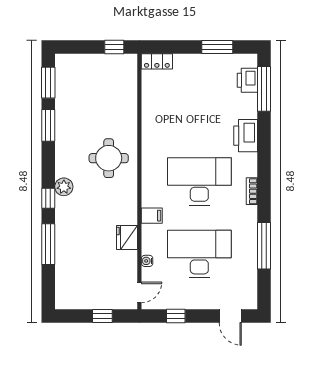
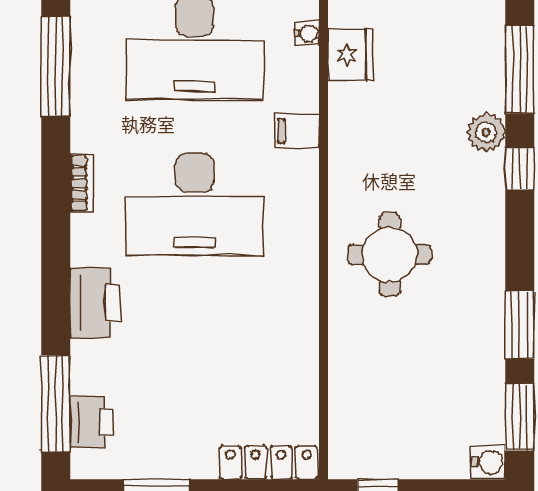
locker: (157, 61) -> (268, 462), width x1.53
water cooler: (63, 62) -> (488, 462), added
plant: (64, 187) -> (486, 132), moved
fridge: (127, 237) -> (350, 55), moved

